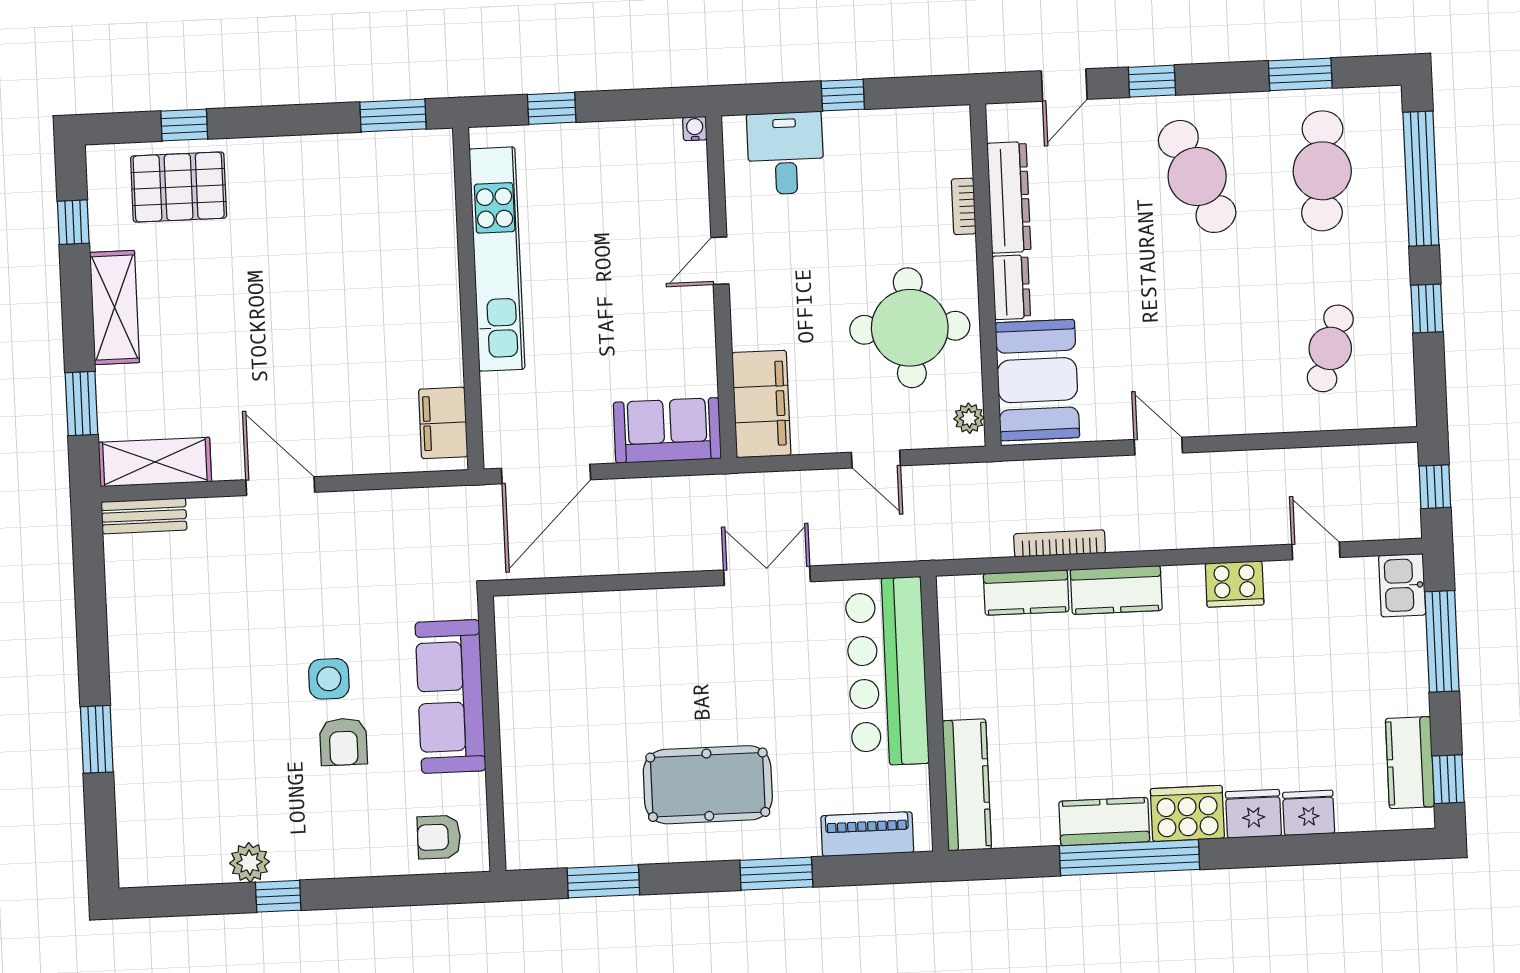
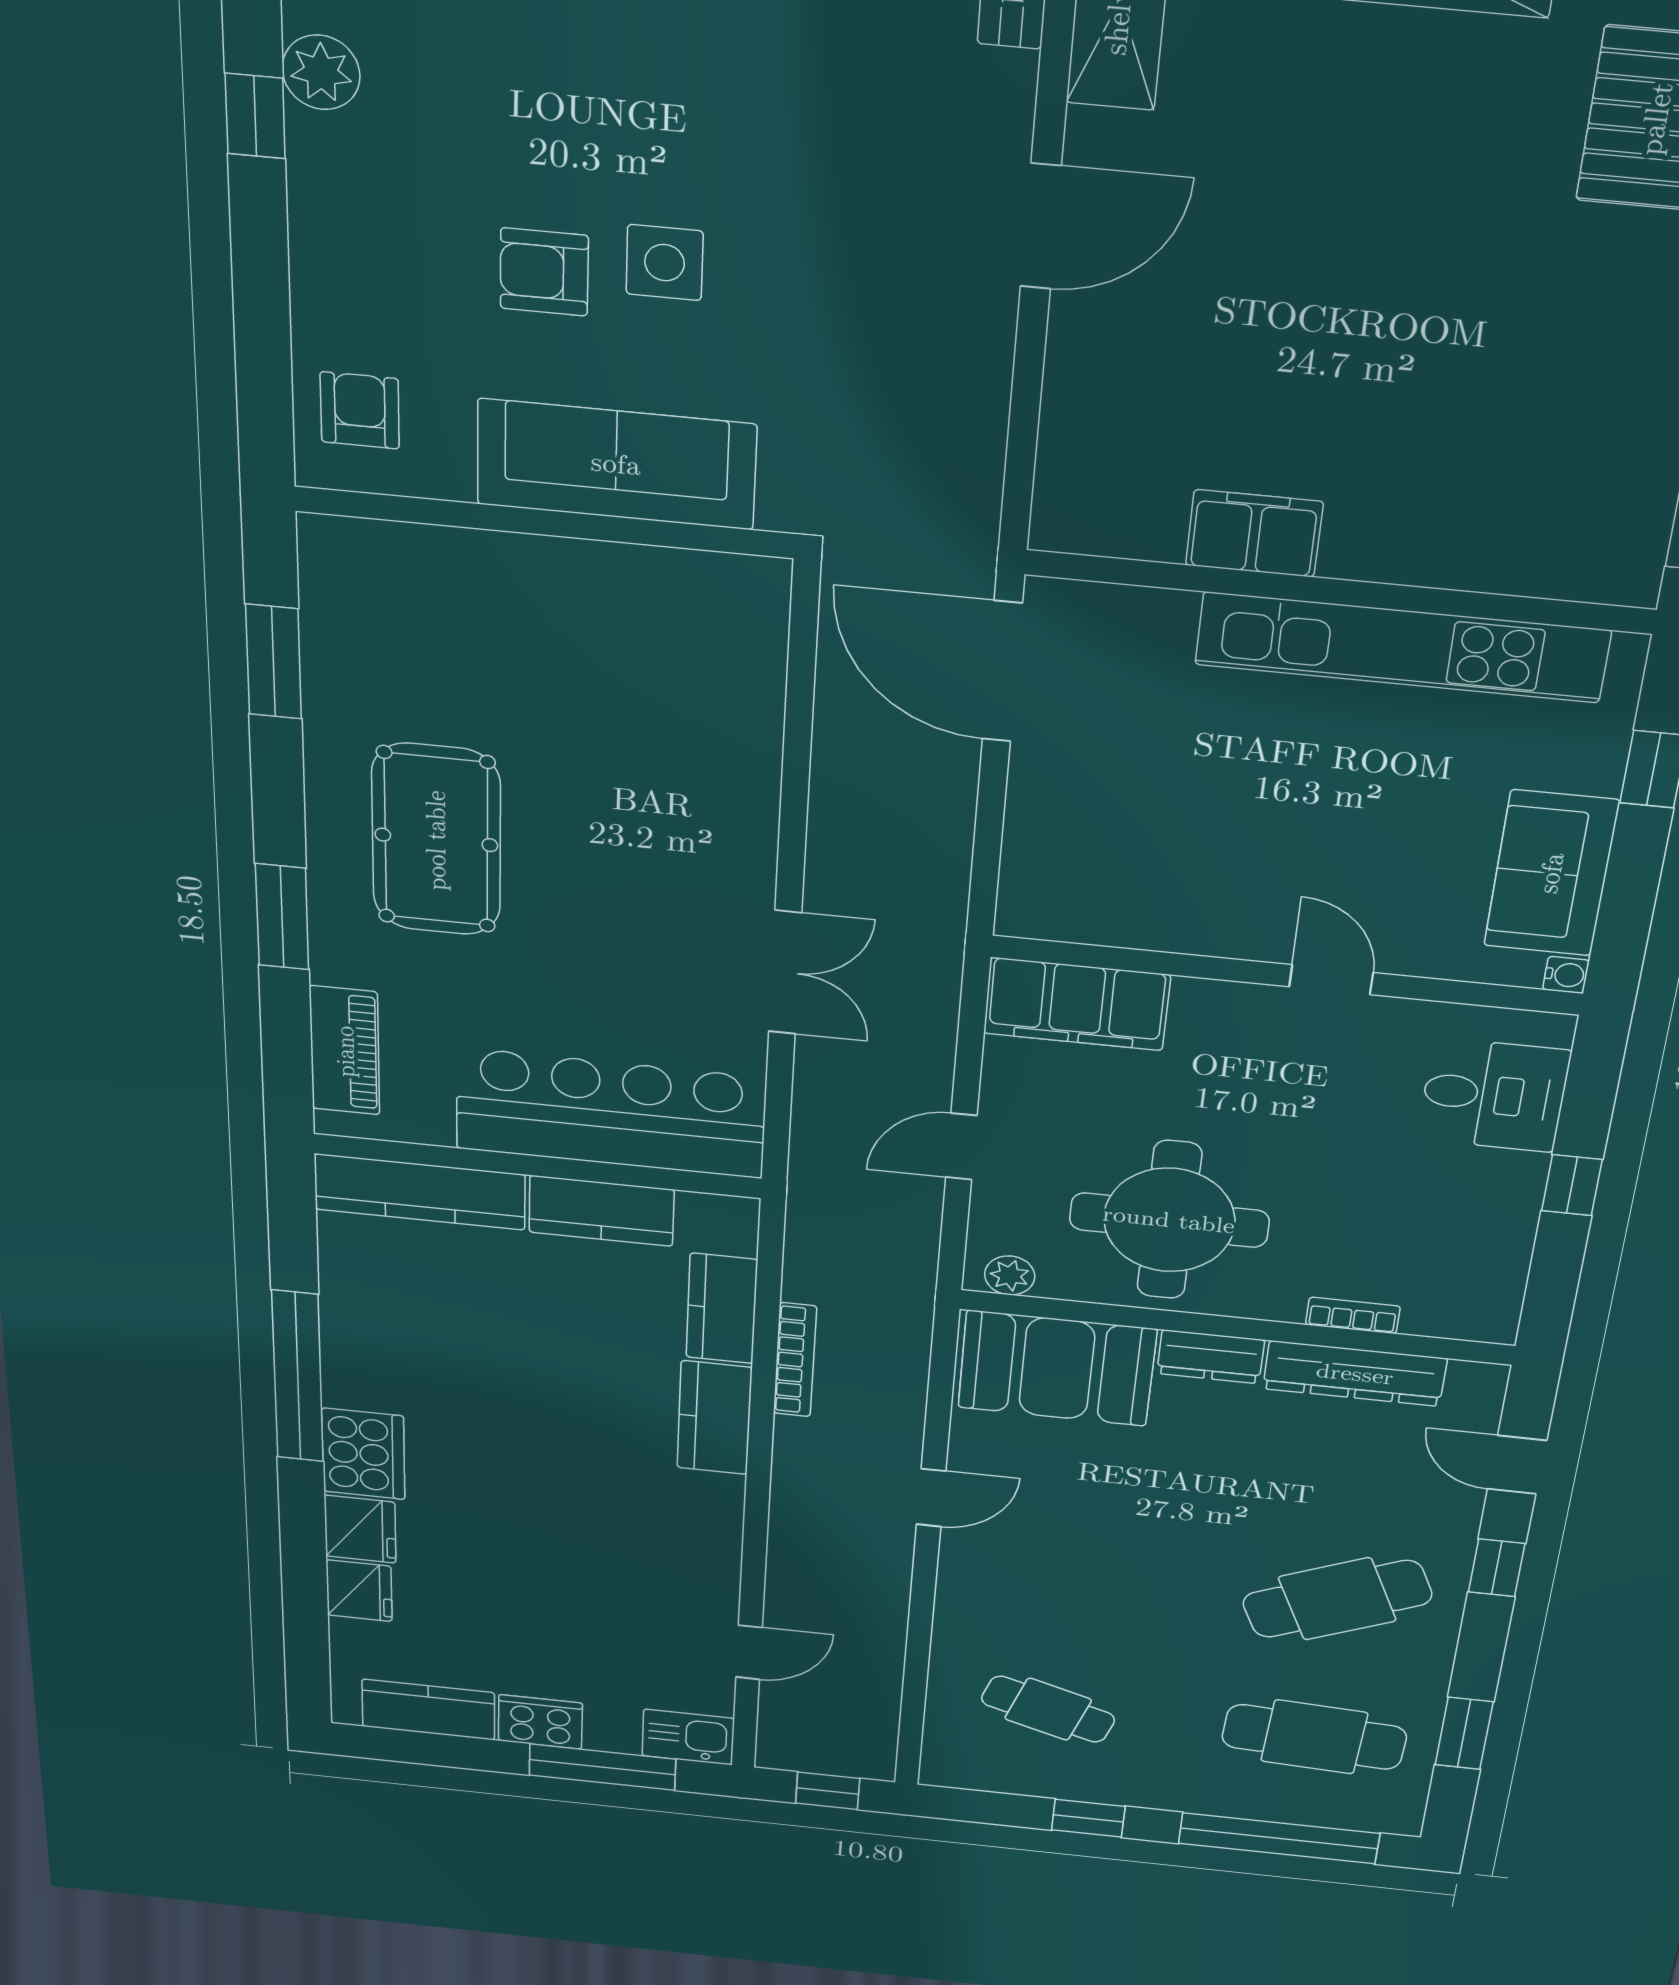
filing cabinet: (443, 423) -> (1254, 533), moved
sofa: (667, 430) -> (1551, 873), moved, turned 180
cooker: (1235, 584) -> (540, 1722), moved, turned 90
window: (1448, 779) -> (402, 1746), removed
kitchen counter: (1104, 822) -> (601, 1211), moved, turned 90

